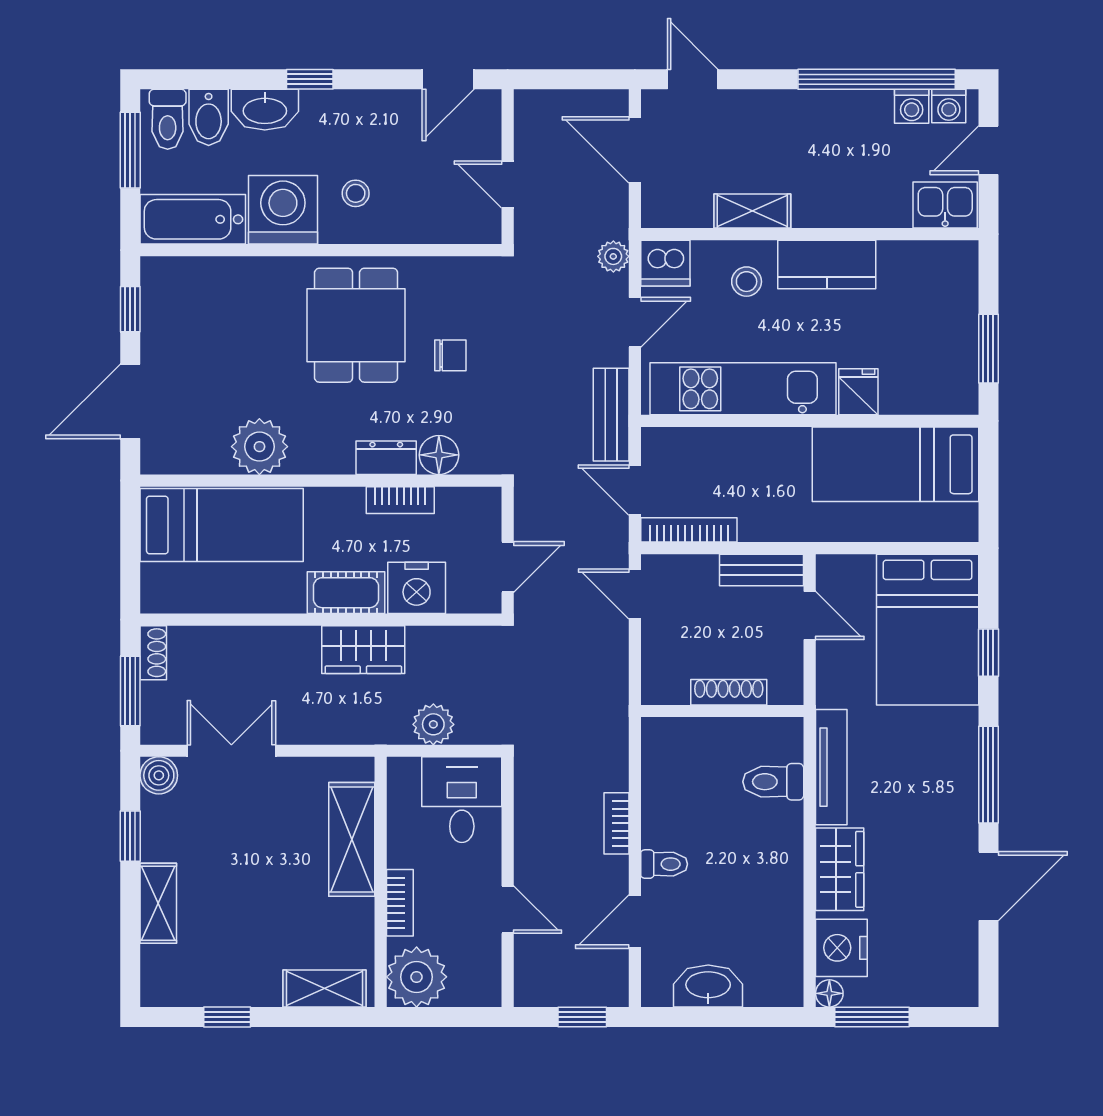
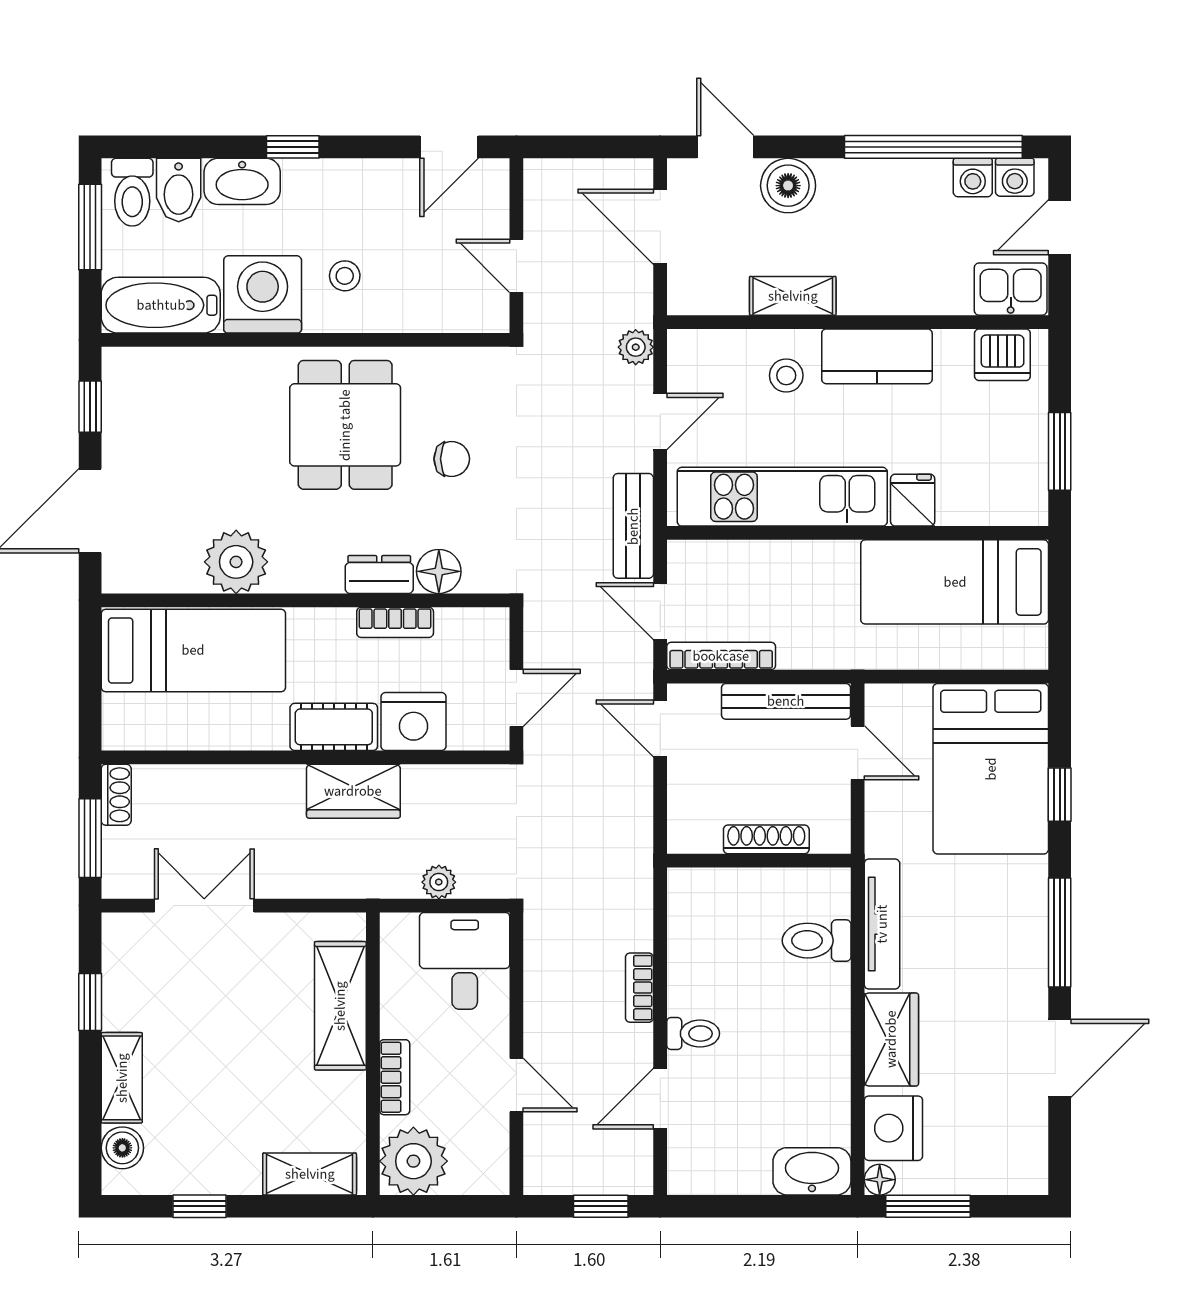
boiler: (748, 113) -> (788, 186), added
dishwasher: (665, 263) -> (1002, 355), moved
bench: (761, 570) -> (786, 701), width x1.36
plant: (433, 724) -> (439, 882), width x0.73, depth x0.73
boiler: (159, 775) -> (122, 1148), moved
washbasin: (708, 986) -> (812, 1171), moved

